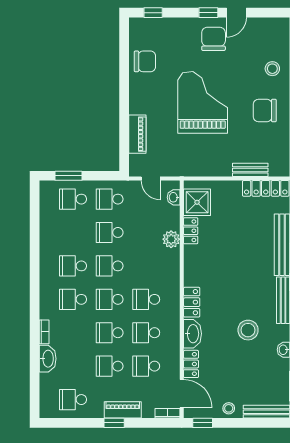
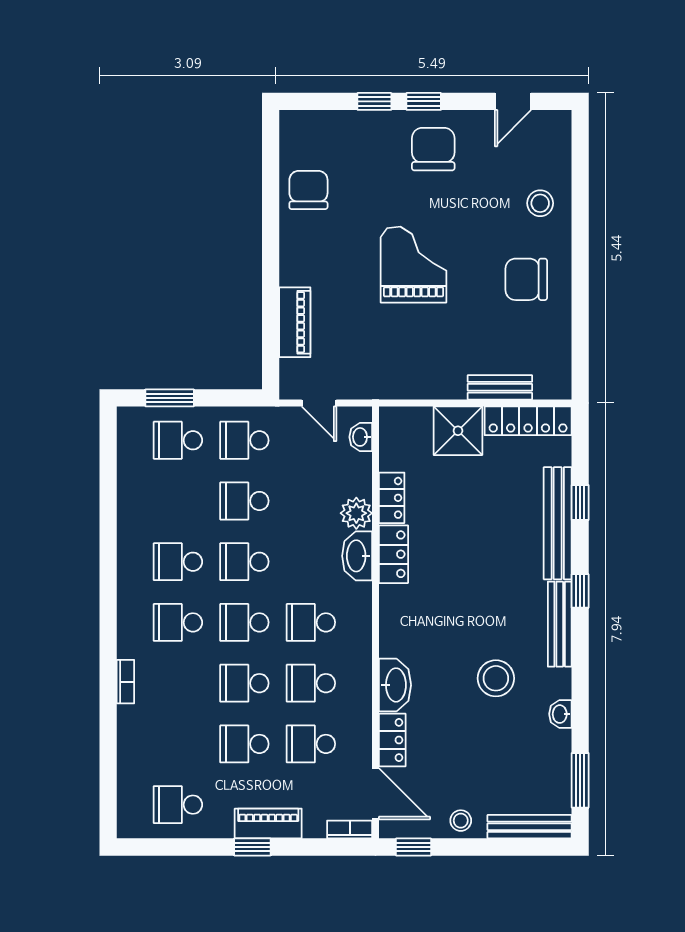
window: (153, 13) -> (374, 101), moved
door: (236, 13) -> (513, 101), moved
chair: (145, 61) -> (308, 190), turned -90
grand piano: (203, 102) -> (413, 265), width x0.73, depth x0.68
shower: (197, 202) -> (458, 431), moved
locker: (192, 302) -> (393, 554), moved
washbasin: (48, 359) -> (357, 556), moved, turned 180

